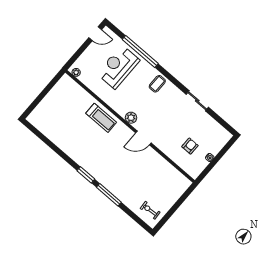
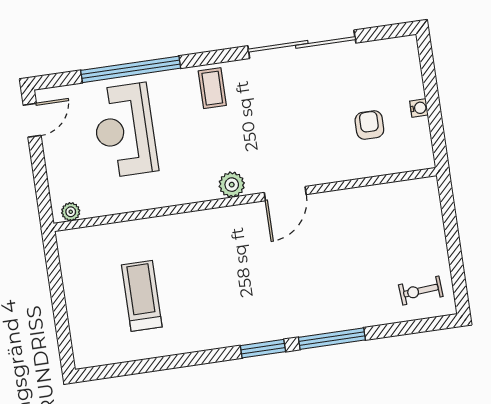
sliding door: (197, 101) -> (302, 44), width x1.86
treadmill: (101, 118) -> (142, 296), moved, turned -90

